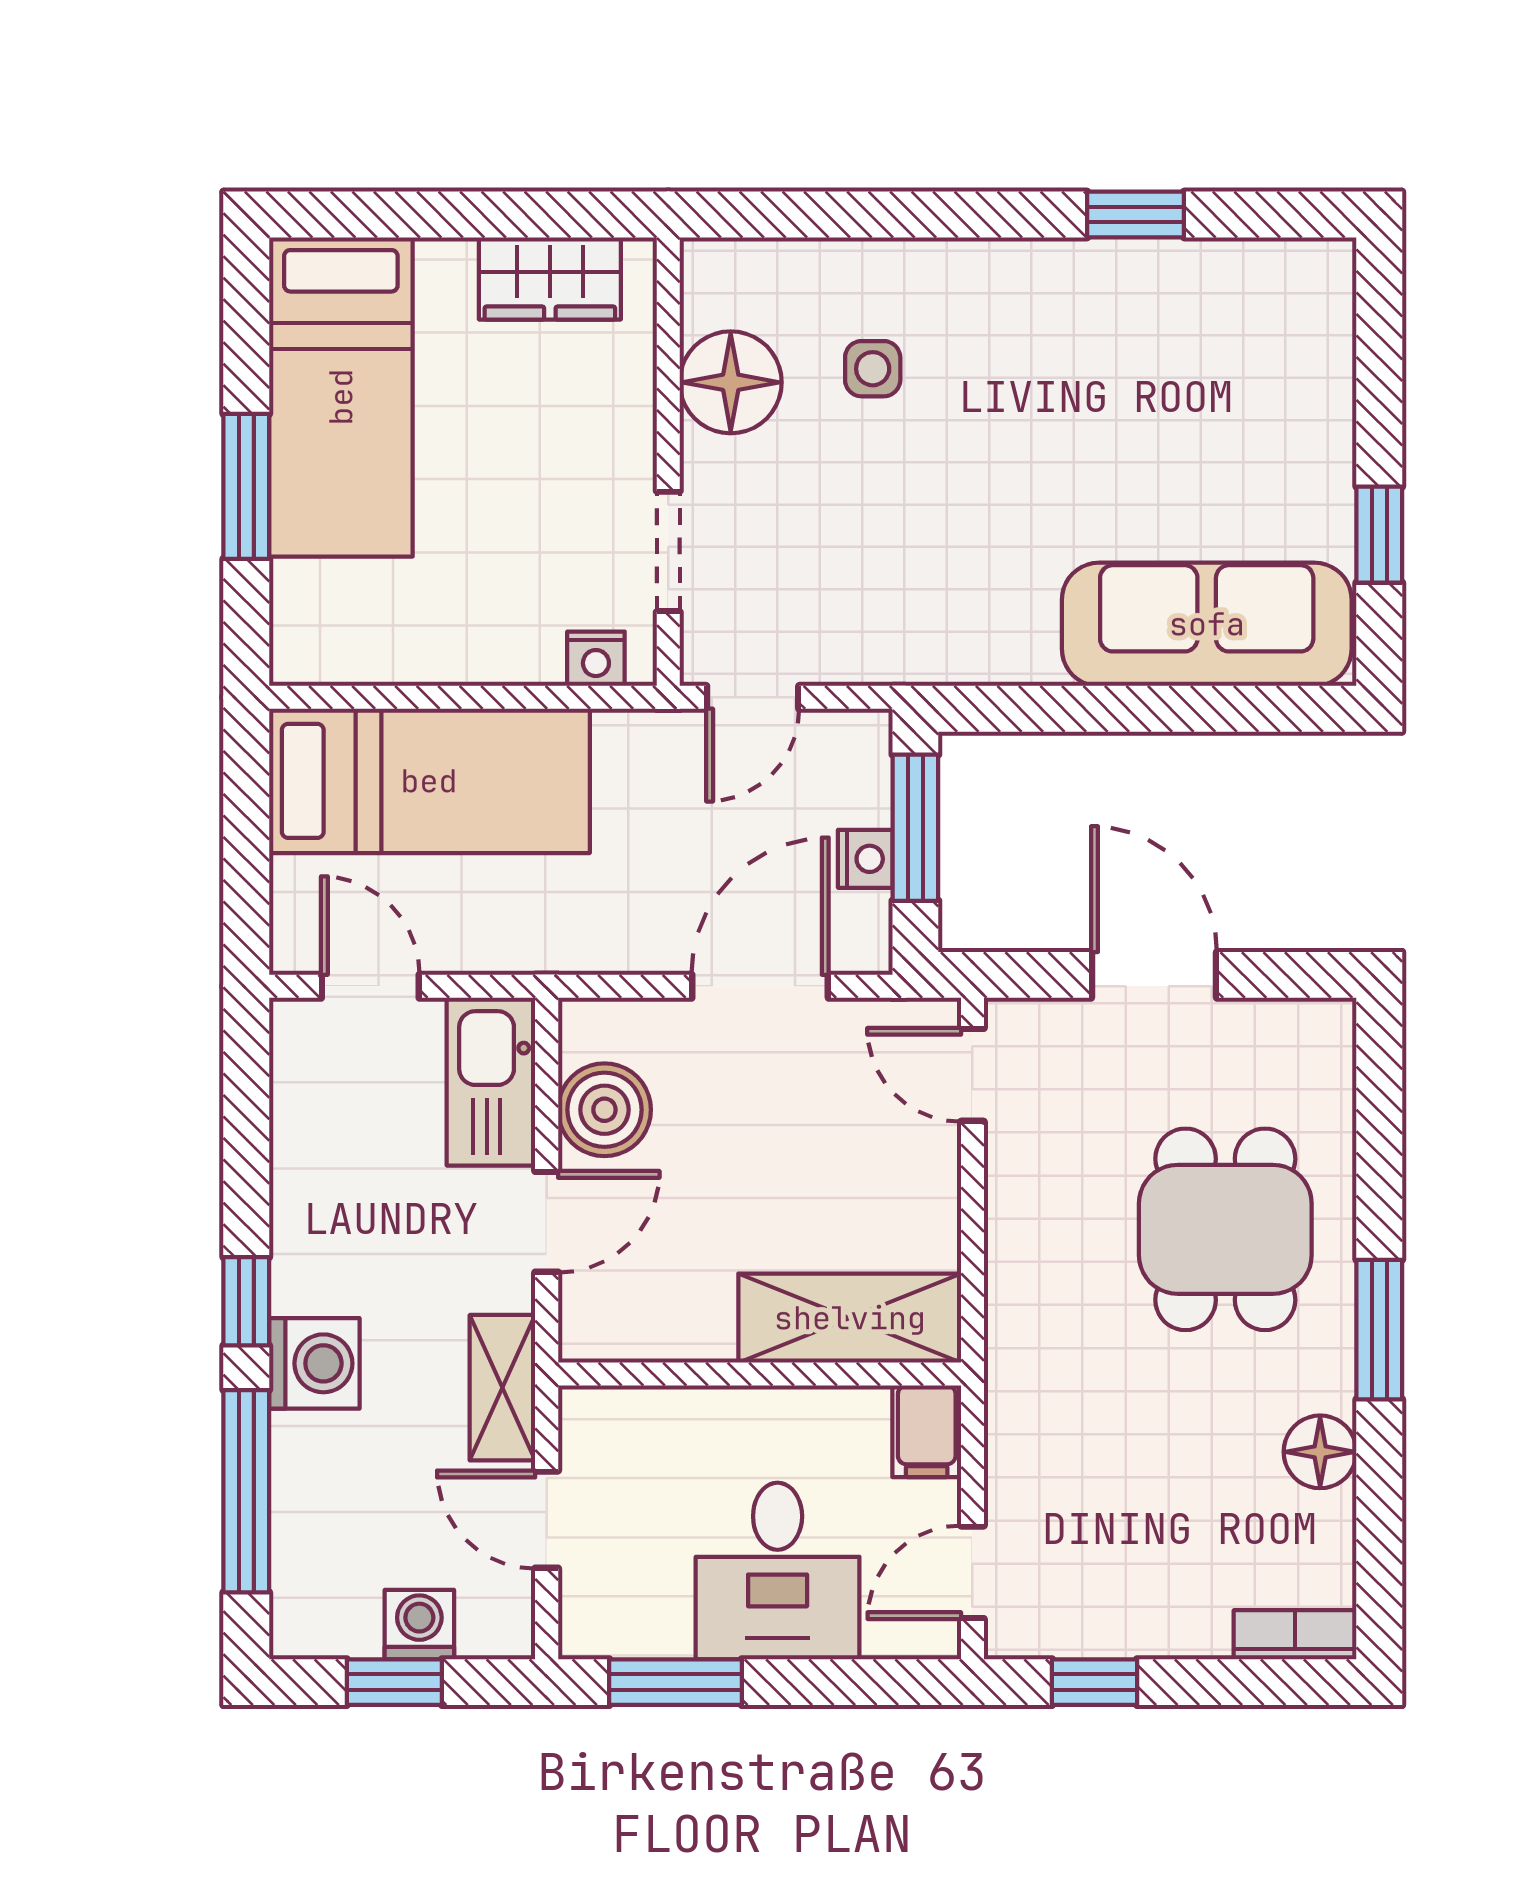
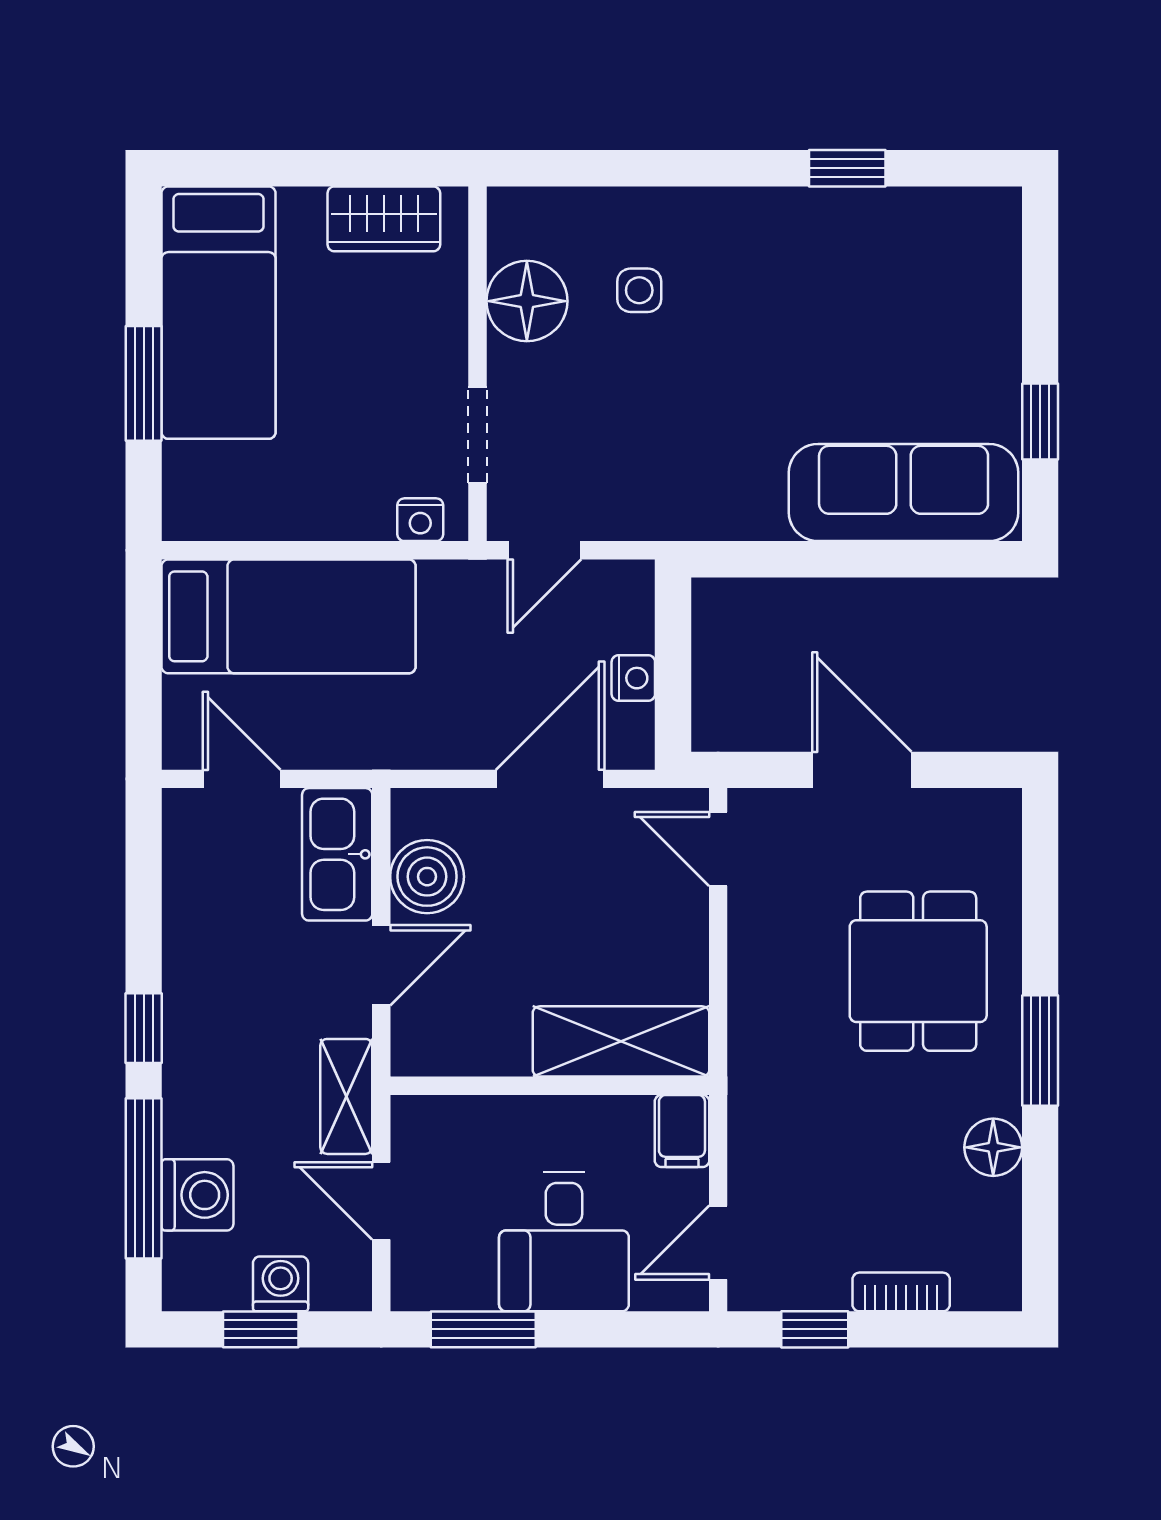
window: (915, 828) -> (673, 653), removed
washing machine: (314, 1363) -> (197, 1195), moved
bookcase: (1295, 1635) -> (901, 1292), moved

